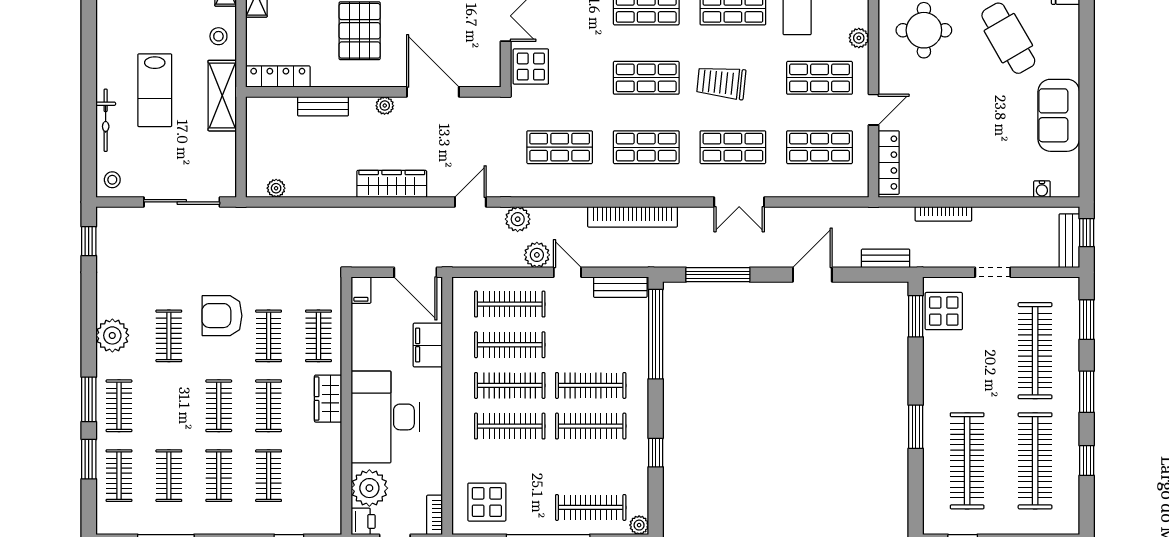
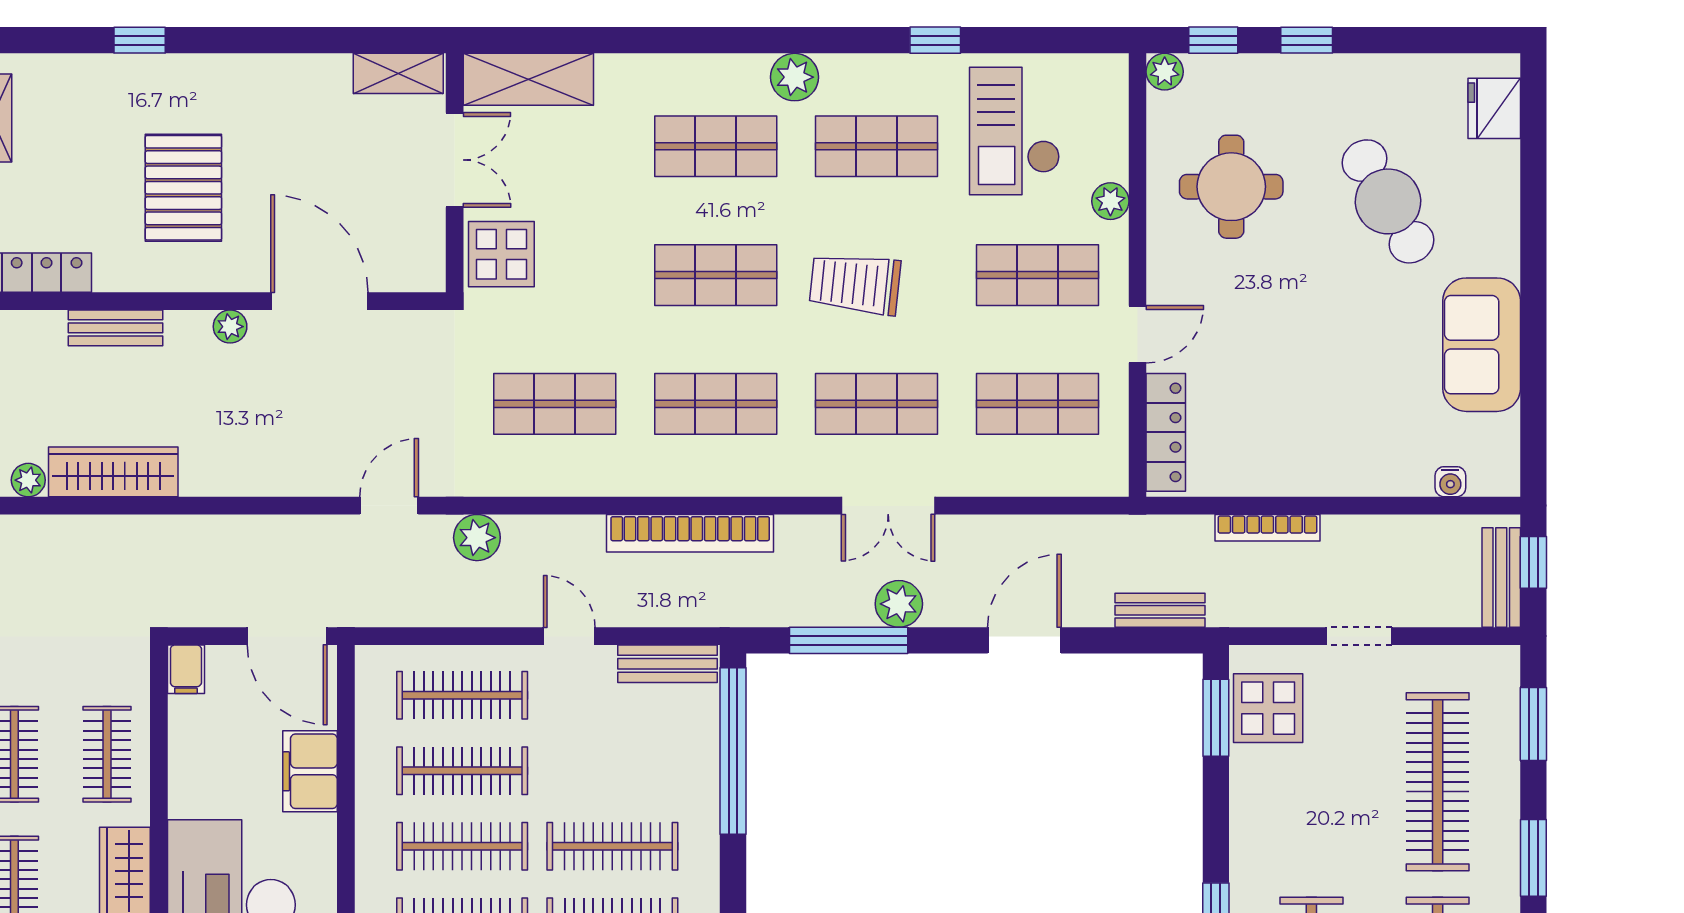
wardrobe: (392, 184) -> (113, 472), moved
plant: (537, 255) -> (899, 604), moved

